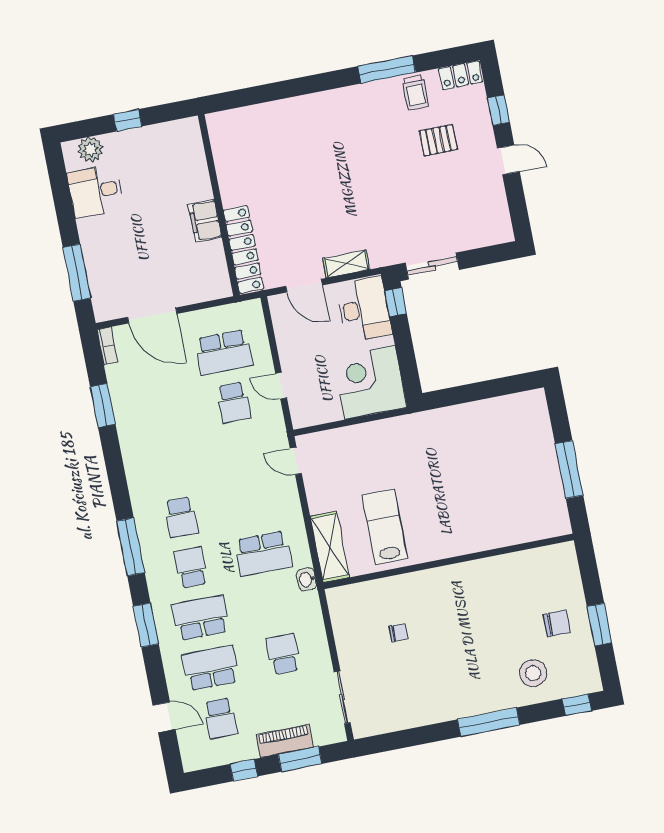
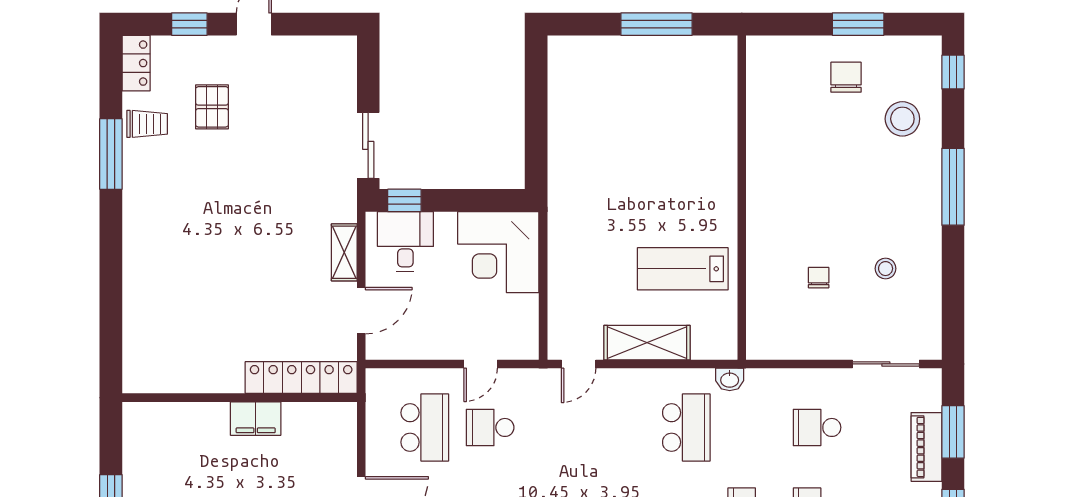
desk: (364, 309) -> (405, 242), width x0.73
school desk: (234, 402) -> (490, 427), turned 180
shelving: (330, 547) -> (647, 343), moved
stool: (416, 683) -> (886, 269), added

